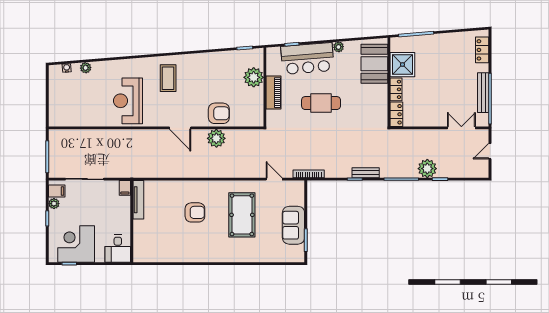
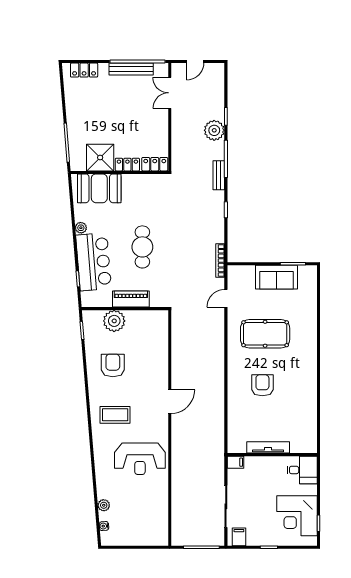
armchair: (219, 113) -> (113, 365), moved
plant: (216, 138) -> (181, 362), removed
door: (490, 151) -> (195, 61), hinge flipped
bench: (366, 173) -> (219, 175), moved
tv unit: (138, 200) -> (268, 447), moved
plant: (54, 204) -> (253, 540), removed

